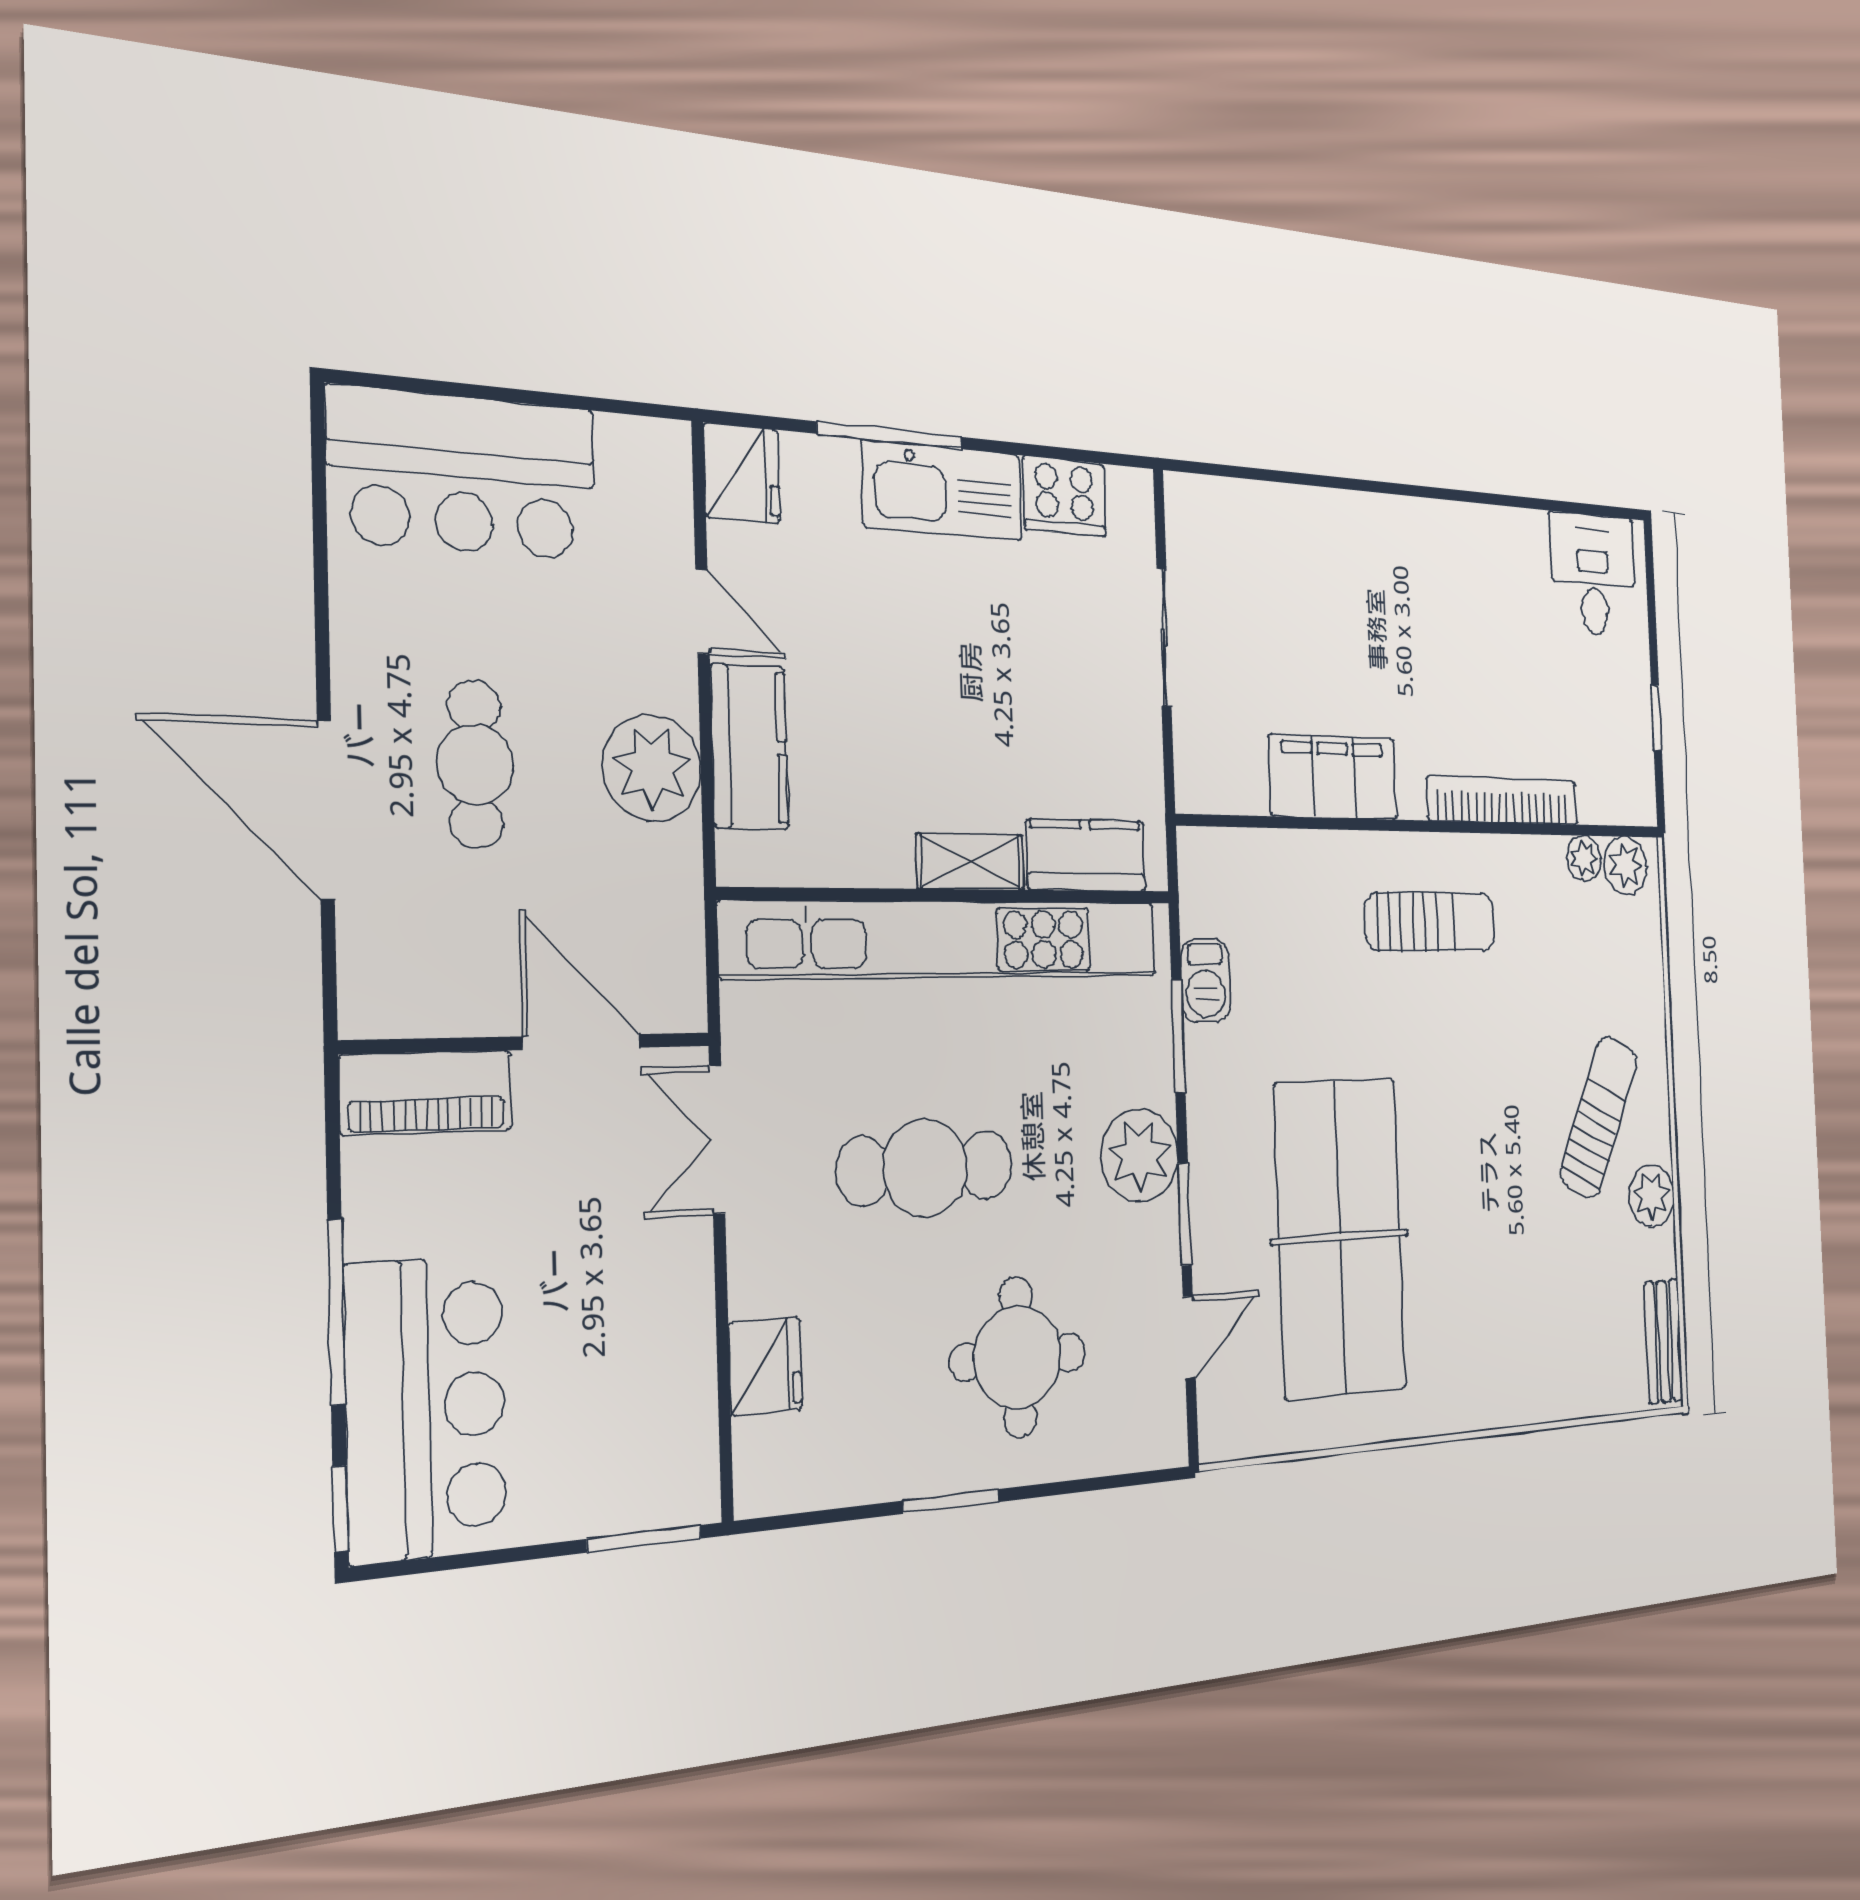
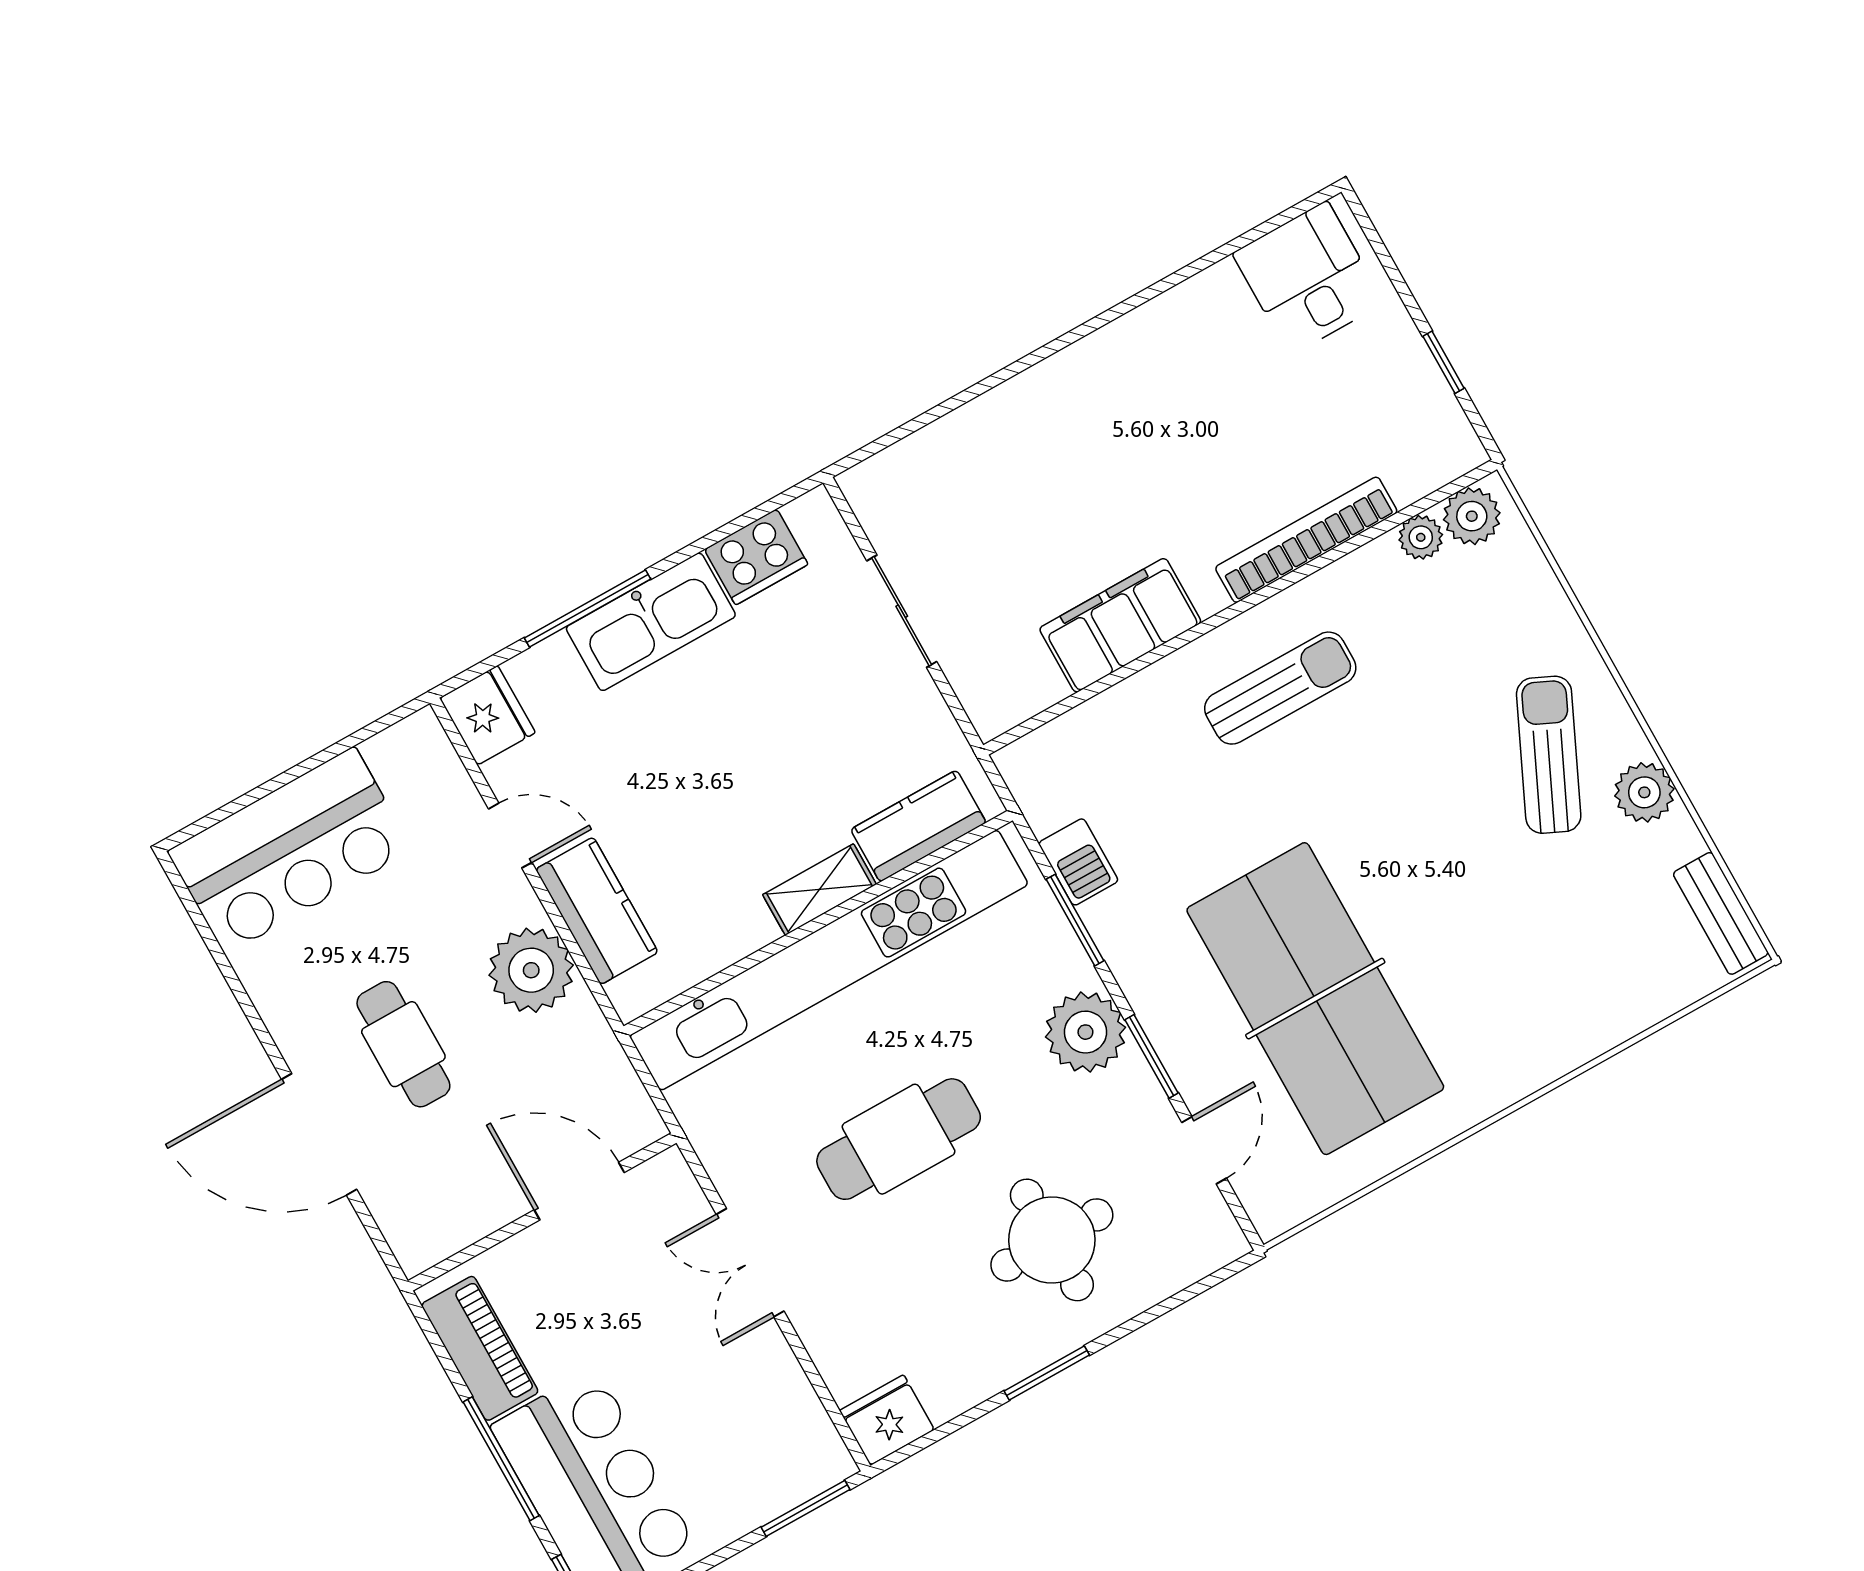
piano: (426, 1093) -> (480, 1348), moved, turned -90
double door: (717, 1140) -> (750, 1263), moved
fridge: (765, 1366) -> (887, 1420), moved, turned -90

